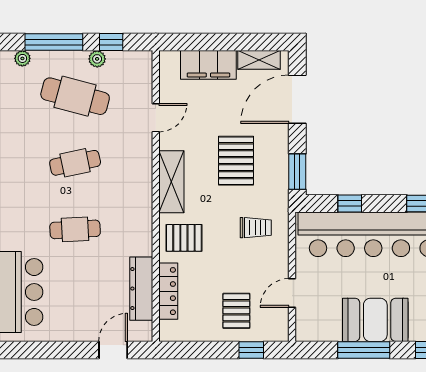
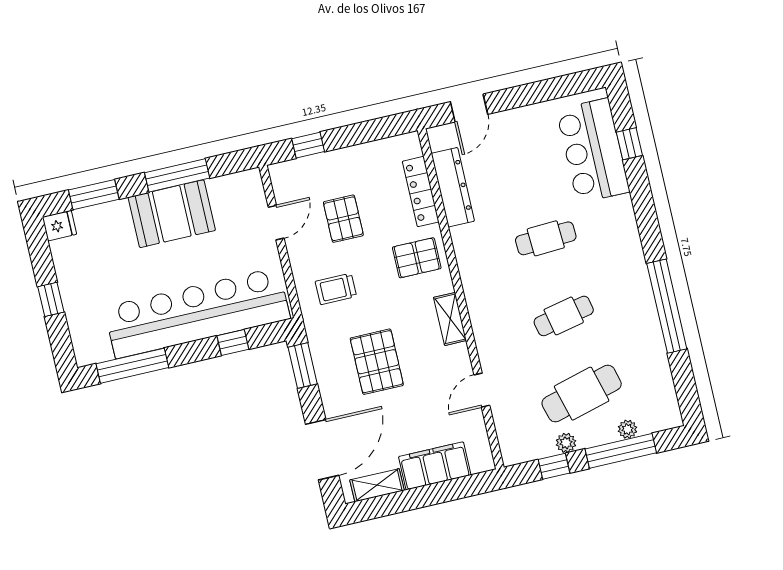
plant: (22, 58) -> (628, 429), moved
cafe table: (75, 96) -> (582, 394), turned -30
shelving: (171, 182) -> (450, 319), width x0.67, depth x0.75
pallet: (236, 311) -> (343, 219), moved

